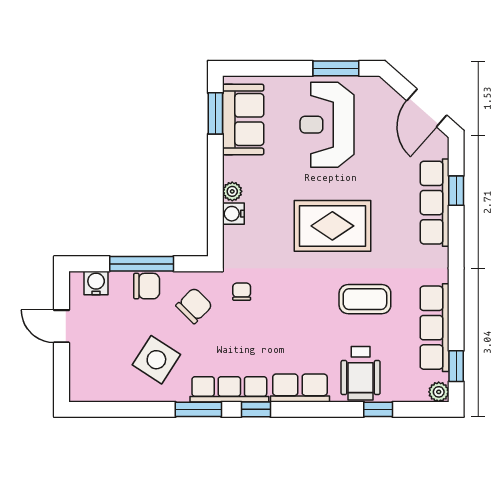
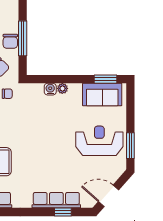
rug: (332, 226) -> (43, 144), removed
water cooler: (96, 283) -> (12, 13), removed

